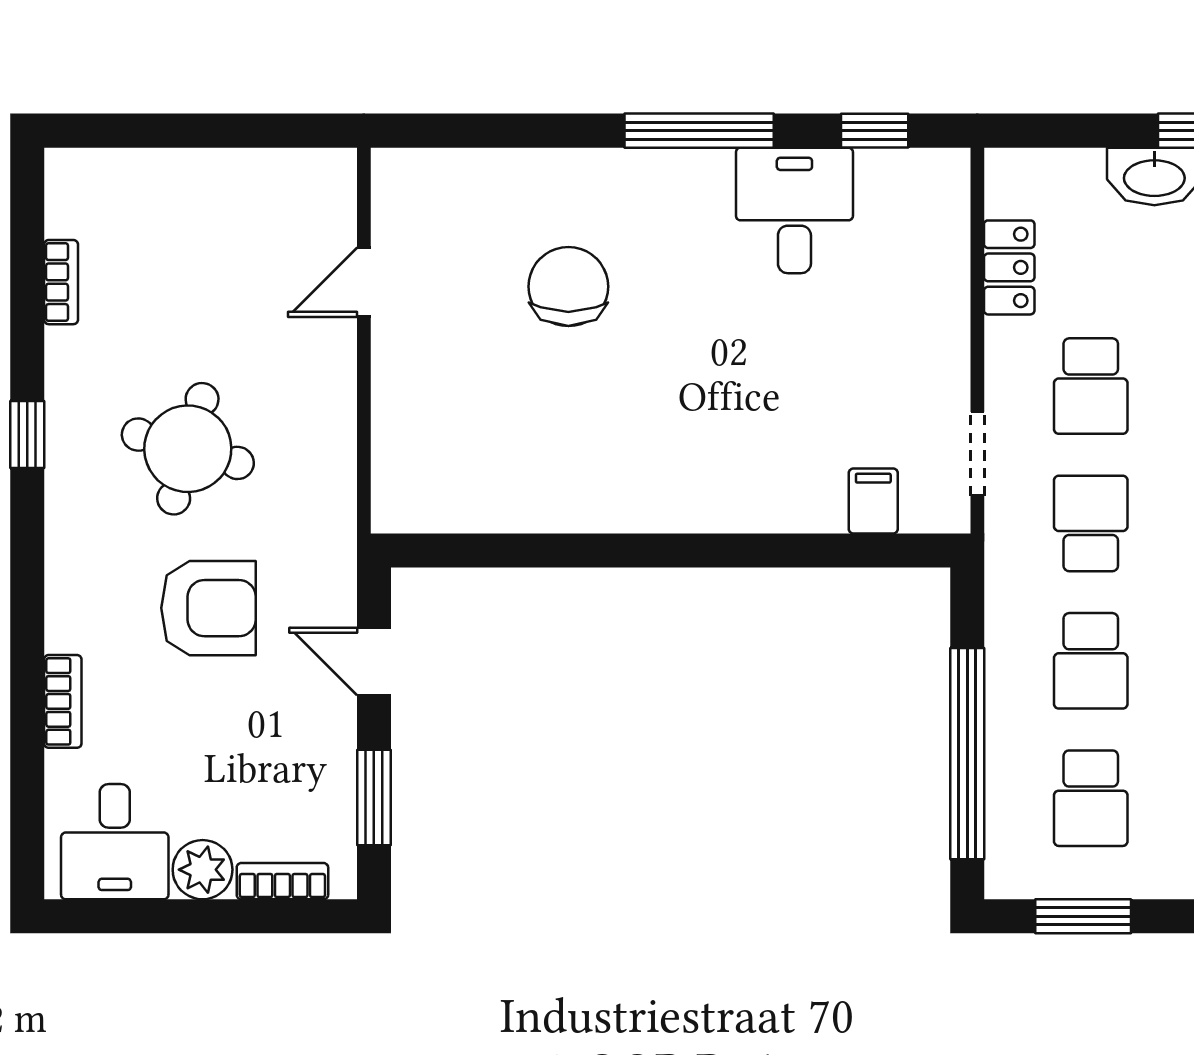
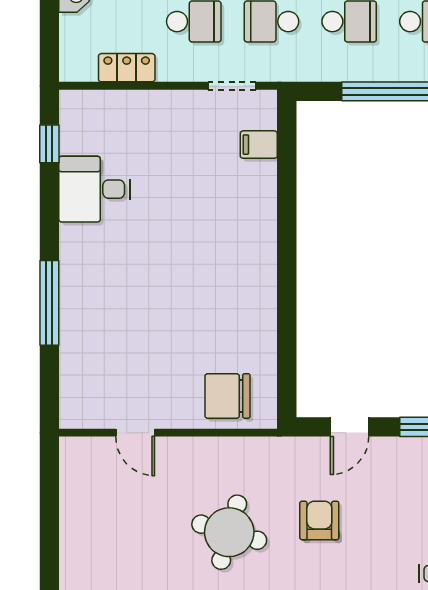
window: (699, 131) -> (49, 303), moved
chair: (568, 287) -> (228, 396), moved
armchair: (208, 608) -> (319, 520), width x0.72, depth x0.72

